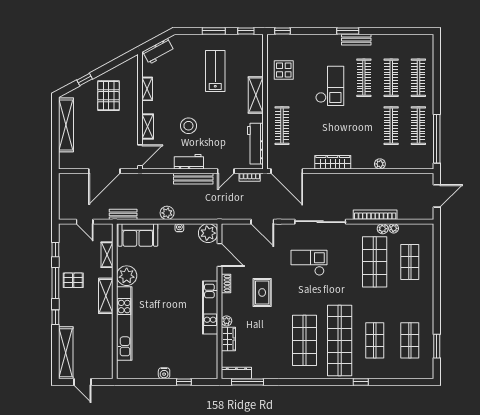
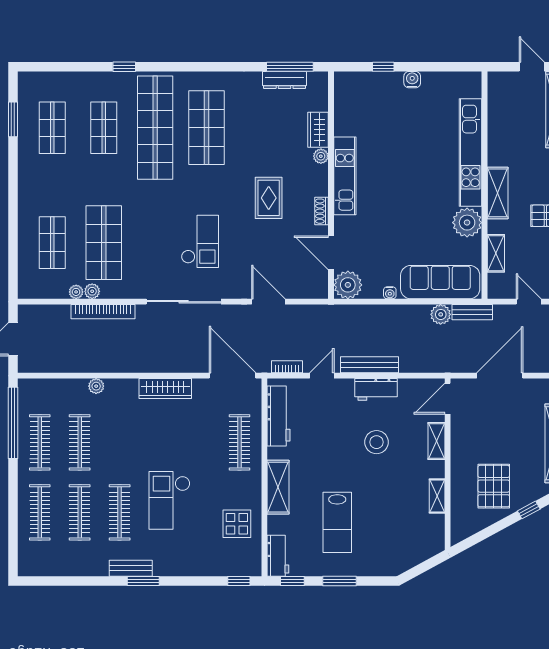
workbench: (158, 51) -> (278, 556), moved, turned 118
plant: (167, 213) -> (441, 314), moved
sofa: (138, 235) -> (440, 282), width x1.36
checkout: (309, 263) -> (200, 241), turned -90
dresser: (236, 373) -> (285, 80), moved

